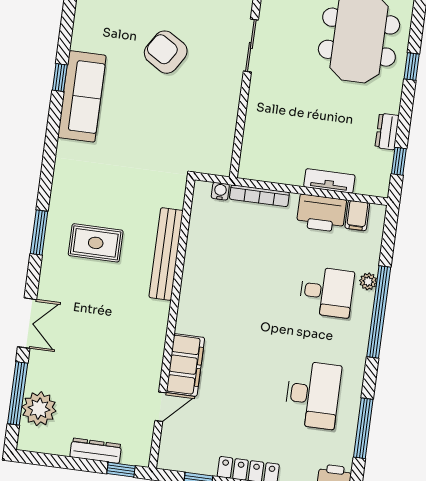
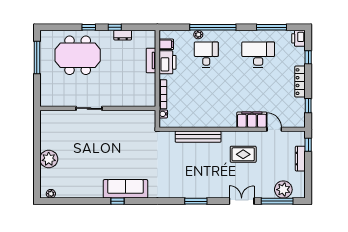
armchair: (166, 52) -> (98, 150), removed
window: (399, 161) -> (115, 27), moved
rug: (96, 243) -> (243, 154), moved, turned 90

